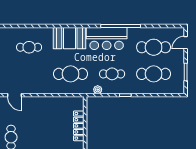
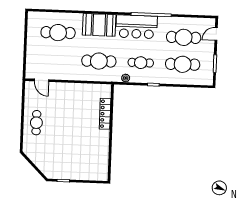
cafe table: (29, 47) -> (58, 33), width x1.37, depth x1.35

